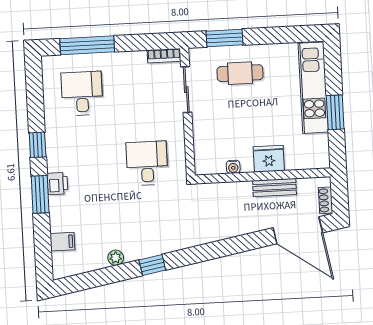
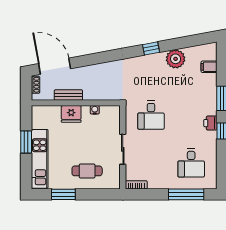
window: (225, 38) -> (63, 194), moved
sliding door: (186, 90) -> (123, 149), moved
printer: (57, 183) -> (210, 123), moved
plant: (116, 258) -> (176, 59), width x1.87, depth x1.87

